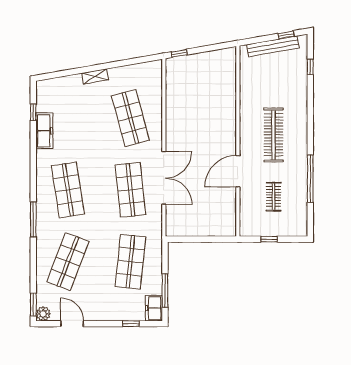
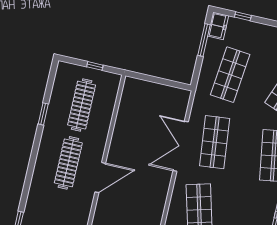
door: (238, 171) -> (100, 178), moved
window: (310, 179) -> (43, 114), width x0.47
clothes rail: (274, 197) -> (82, 105), width x1.86, depth x1.31

